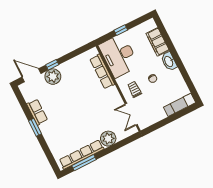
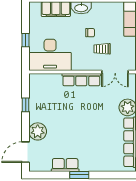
window: (52, 65) -> (26, 105), moved
row of seats: (102, 72) -> (81, 80), moved
trolley: (134, 89) -> (102, 49), moved

